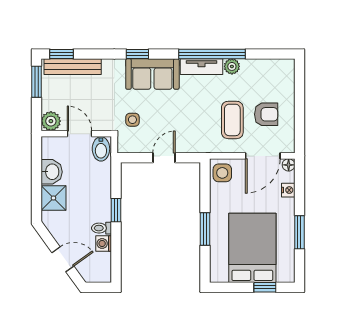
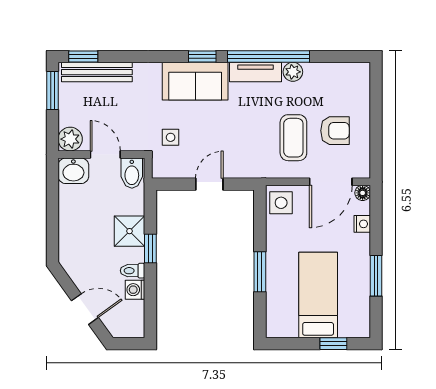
window: (137, 54) -> (202, 56), moved
washbasin: (52, 172) -> (73, 171), moved, turned 90
shower: (53, 198) -> (130, 231), moved
bed: (252, 248) -> (318, 295), width x0.67

